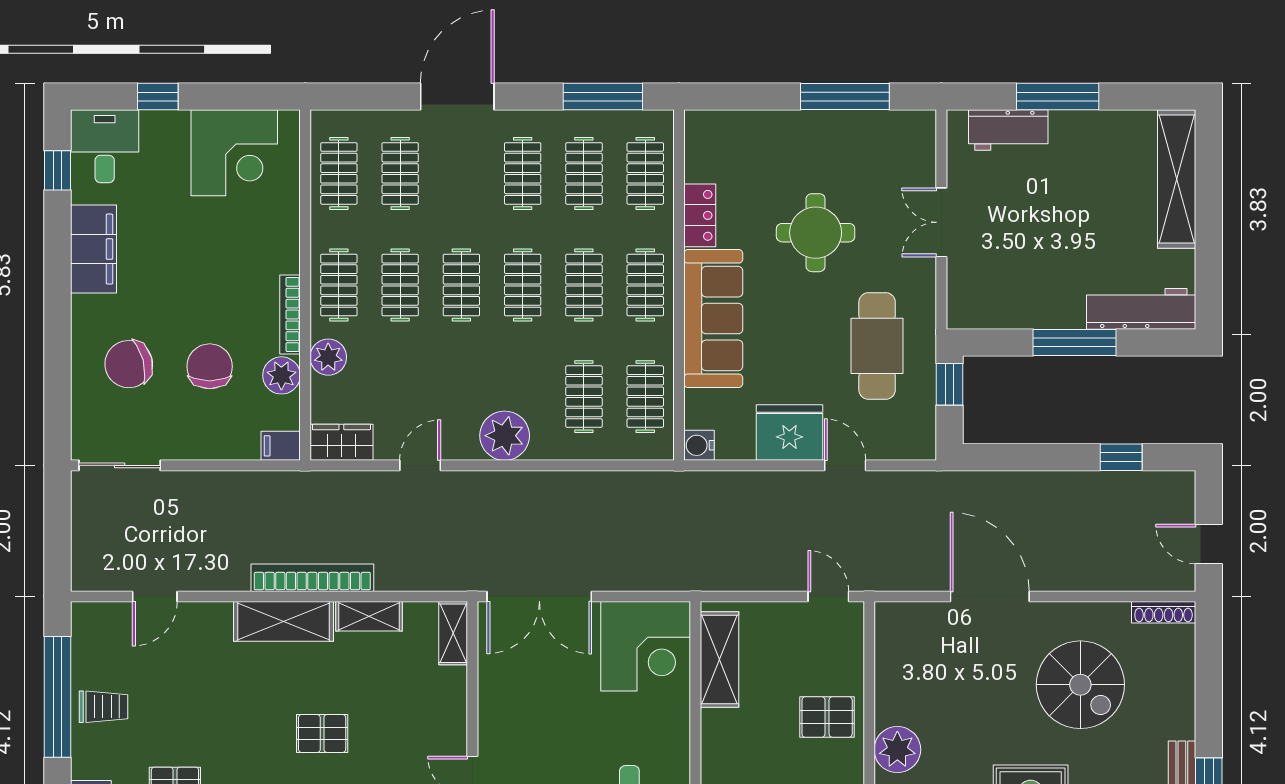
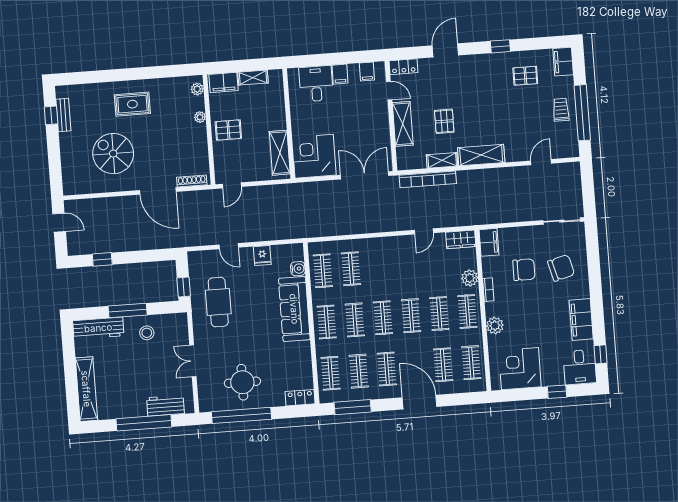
door: (457, 96) -> (420, 402), swing flipped
window: (845, 96) -> (242, 415), width x1.46
window: (1058, 96) -> (144, 423), width x1.46
locker: (700, 215) -> (300, 398), moved, turned 90
double door: (941, 222) -> (193, 361), swing flipped
round table: (816, 233) -> (242, 382), moved
stool: (1037, 291) -> (147, 333), added
bookcase: (290, 314) -> (488, 290), width x0.64
chair: (210, 366) -> (524, 270), turned -90
plant: (281, 375) -> (495, 326), moved
fridge: (789, 432) -> (262, 256), width x0.53, depth x0.75
plant: (505, 436) -> (386, 248), removed
water cooler: (699, 445) -> (298, 269), moved
filing cabinet: (281, 446) -> (489, 242), width x2.00
bookcase: (312, 578) -> (428, 179), moved
door: (828, 597) -> (232, 185), hinge flipped
shoe rack: (1164, 612) -> (192, 181), moved
shelving: (453, 633) -> (403, 124), moved, width x1.50, depth x1.33
trolley: (103, 707) -> (561, 110), turned 90
pallet: (322, 733) -> (444, 121), moved, turned 90
plant: (897, 750) -> (200, 117), width x0.53, depth x0.53

